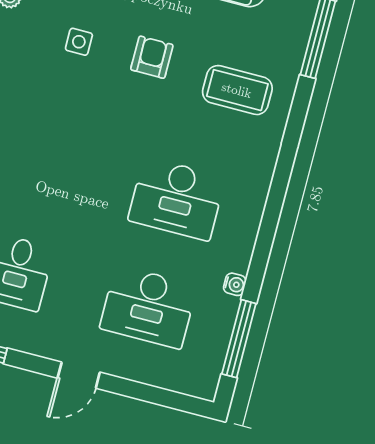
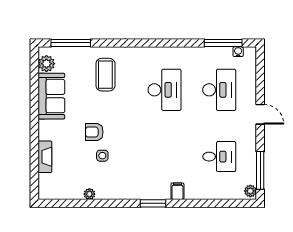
armchair: (152, 57) -> (94, 132), moved
water cooler: (235, 284) -> (238, 52), moved

